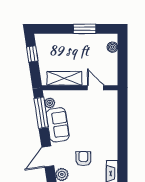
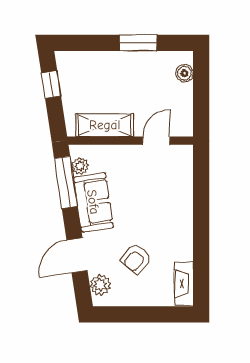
door: (95, 88) -> (156, 141), hinge flipped
armchair: (83, 159) -> (136, 259), turned -140

